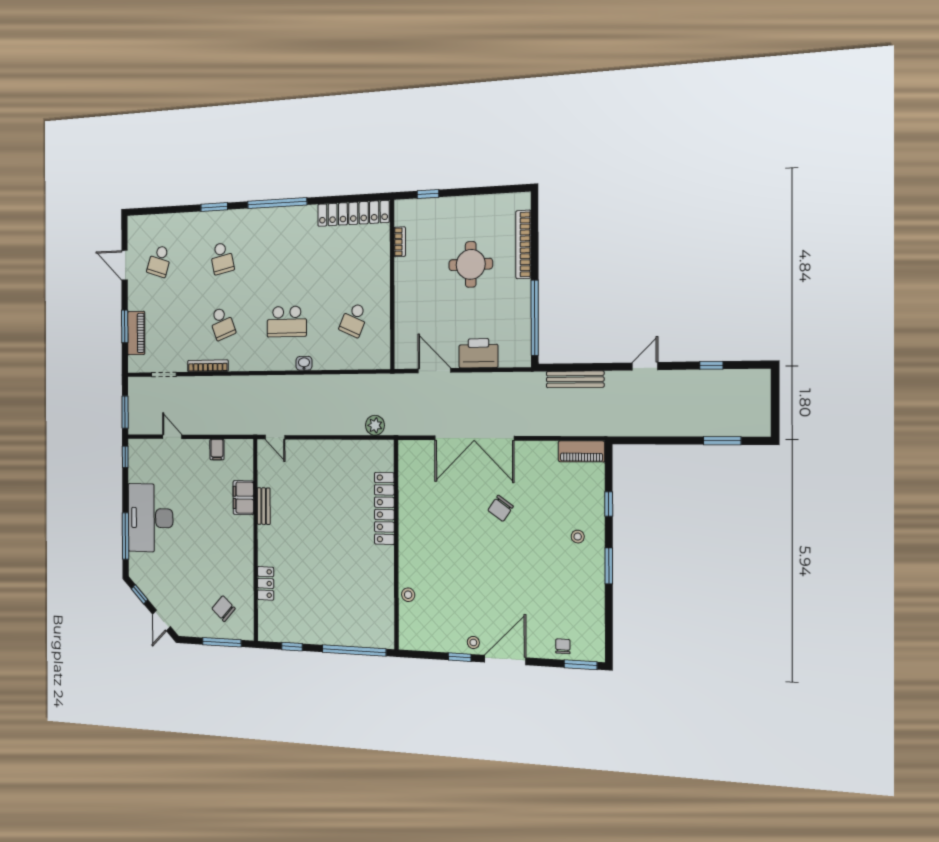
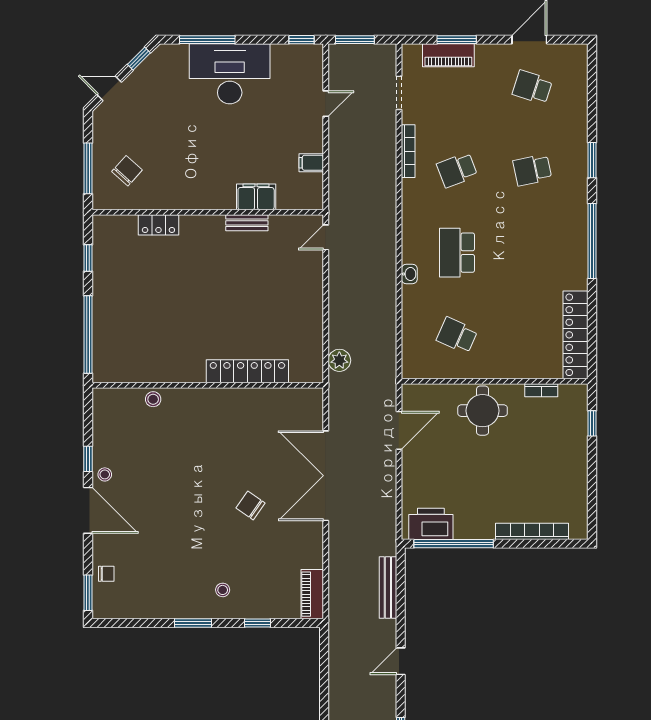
round table: (471, 264) -> (483, 411), moved
printer: (478, 353) -> (431, 524), moved, turned -90
door: (645, 366) -> (401, 661), swing flipped

